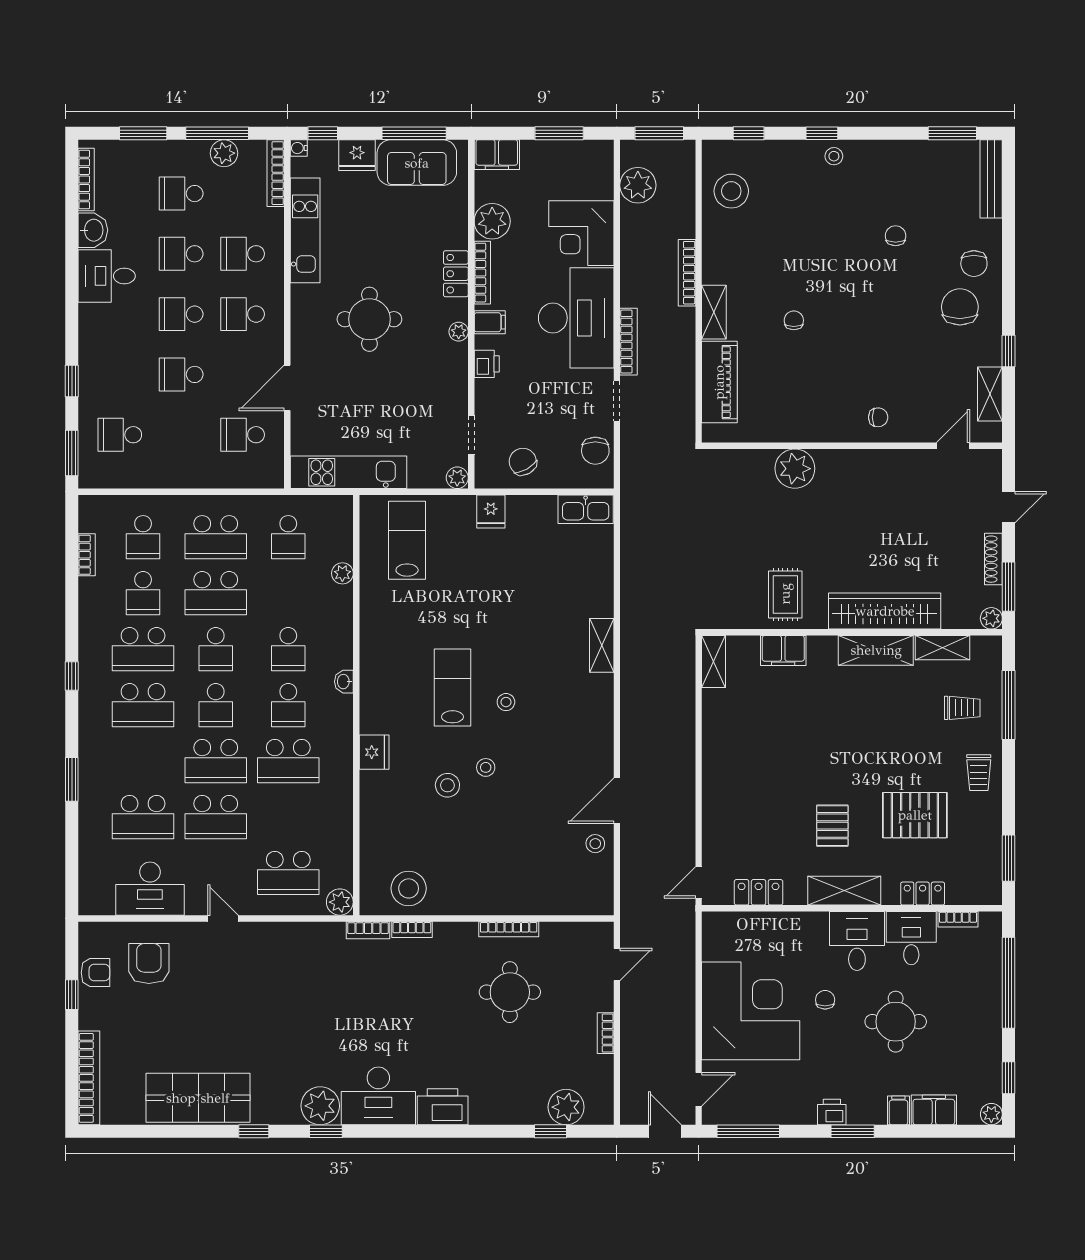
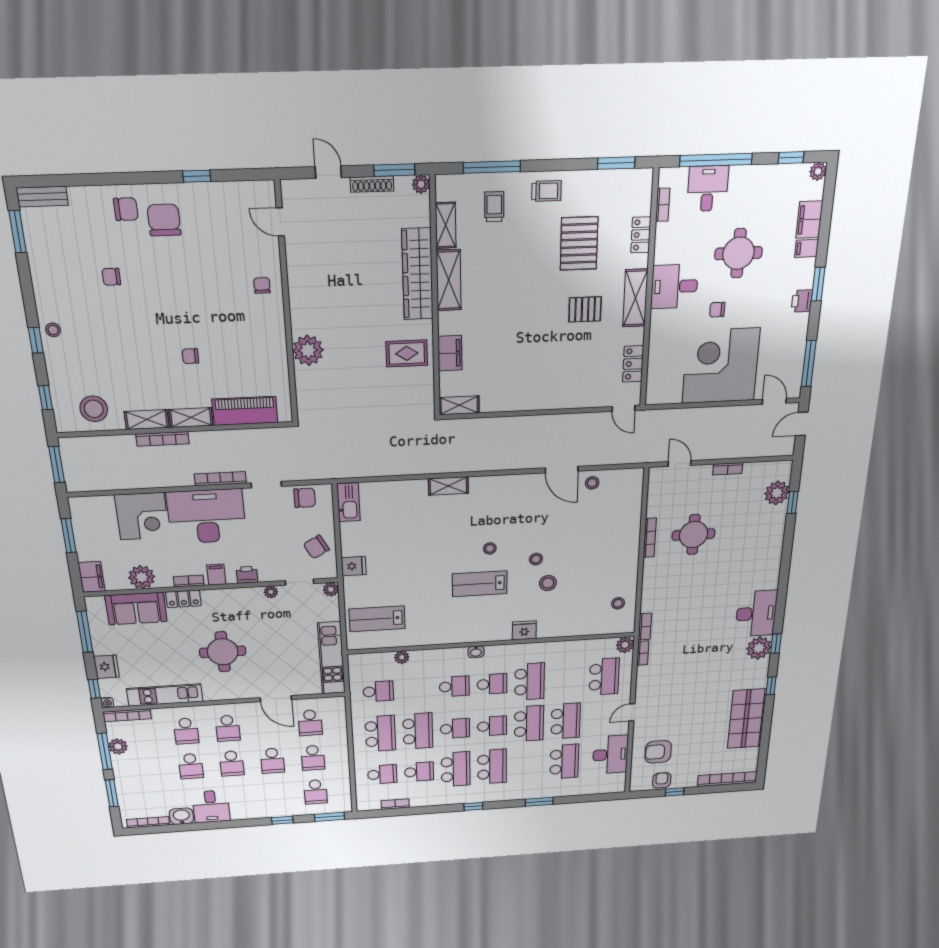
sofa: (417, 163) -> (136, 609), moved, turned 90
bench: (991, 179) -> (42, 197), width x0.73
plant: (638, 185) -> (100, 478), removed
school desk: (181, 194) -> (313, 758), moved
bookcase: (482, 273) -> (189, 581), width x0.64
chair: (960, 307) -> (164, 220), turned 90
plant: (459, 332) -> (271, 592), moved
shelving: (990, 394) -> (147, 420), moved
stool: (409, 888) -> (618, 603), width x0.53, depth x0.53
bookcase: (412, 930) -> (643, 653), moved
desk: (911, 938) -> (708, 189), moved, turned 90
printer: (443, 1107) -> (768, 573), removed

